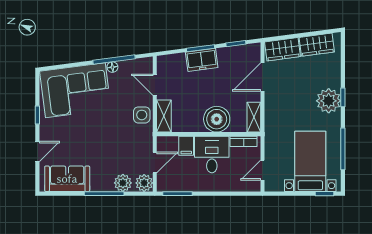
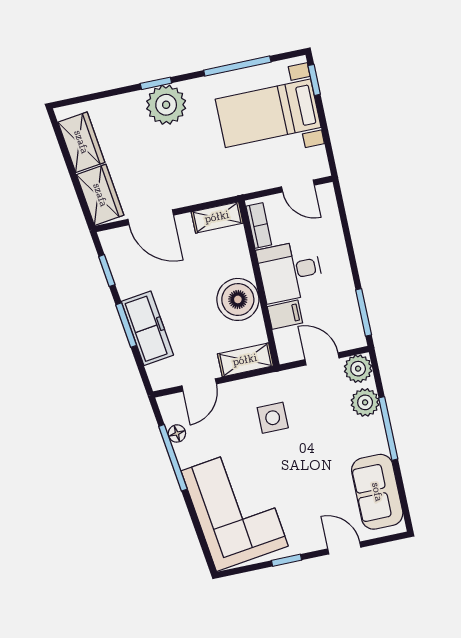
freezer: (202, 60) -> (147, 328), width x1.40
floor lamp: (112, 67) -> (177, 433), moved
side table: (142, 115) -> (273, 418), moved
boiler: (217, 119) -> (238, 299), moved

